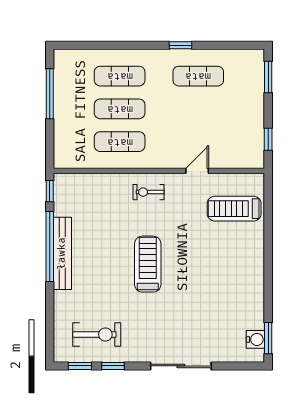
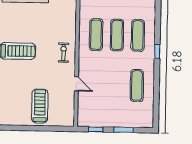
window: (180, 45) -> (157, 52), moved
window: (268, 77) -> (124, 130), moved
treadmill: (234, 209) -> (40, 106), moved

